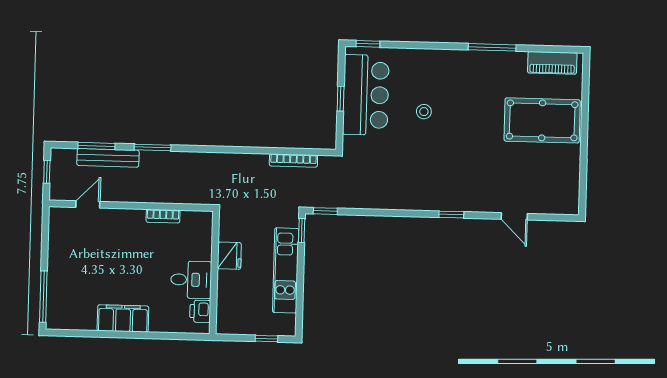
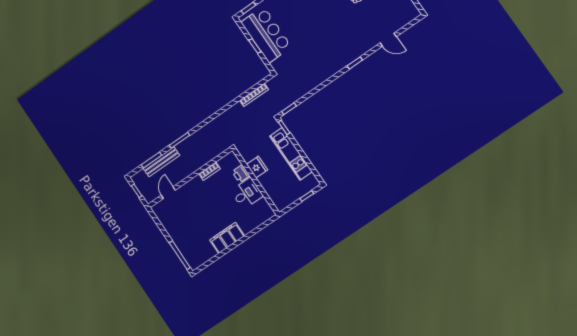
stool: (424, 112) -> (302, 21), removed
printer: (200, 311) -> (241, 174), moved

